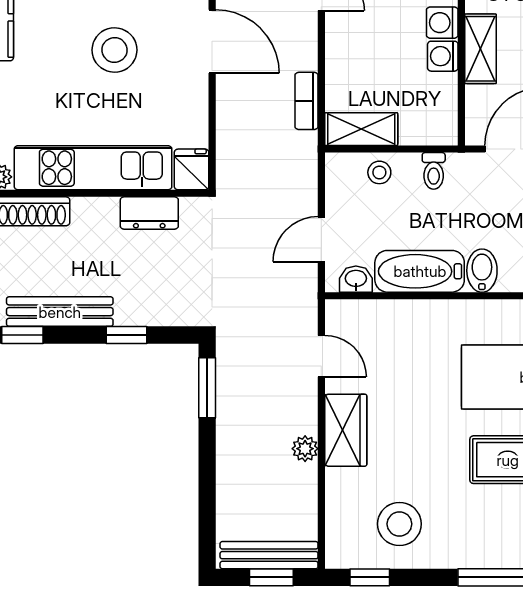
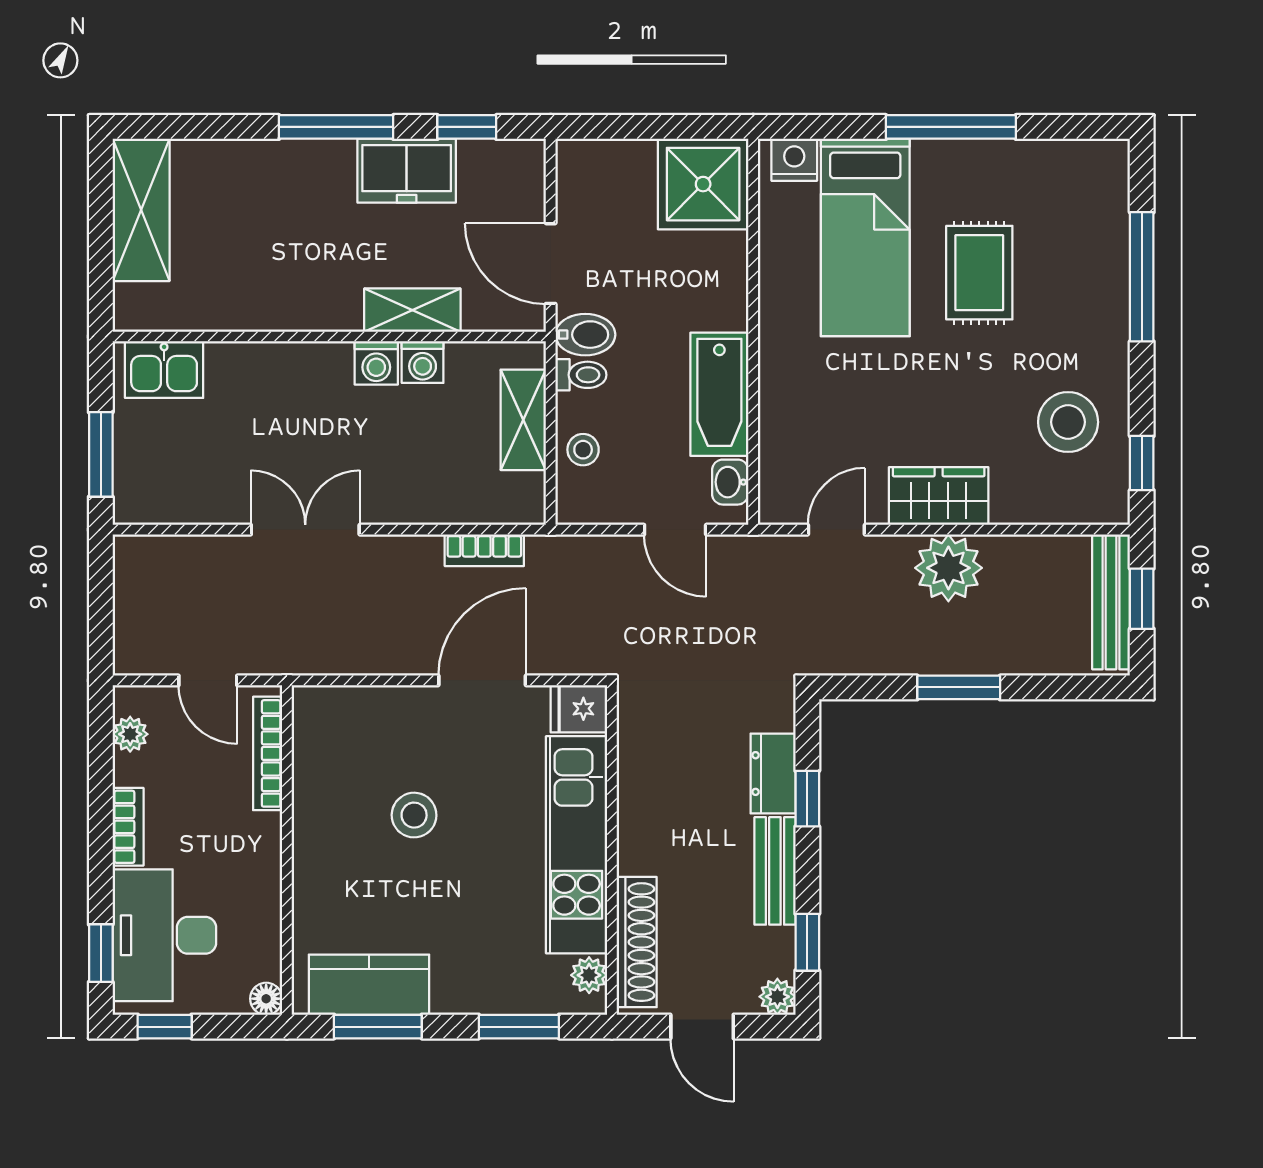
door: (212, 41) -> (482, 680), moved
stool: (115, 50) -> (414, 815), width x0.73, depth x0.73
shelving: (361, 129) -> (523, 420), moved
dresser: (149, 213) -> (773, 774), moved, turned 180
bidet: (482, 271) -> (585, 335), moved, turned 180
bench: (60, 312) -> (775, 871), width x0.73
window: (207, 388) -> (959, 687), moved
plant: (305, 449) -> (948, 568), width x1.87, depth x1.87

